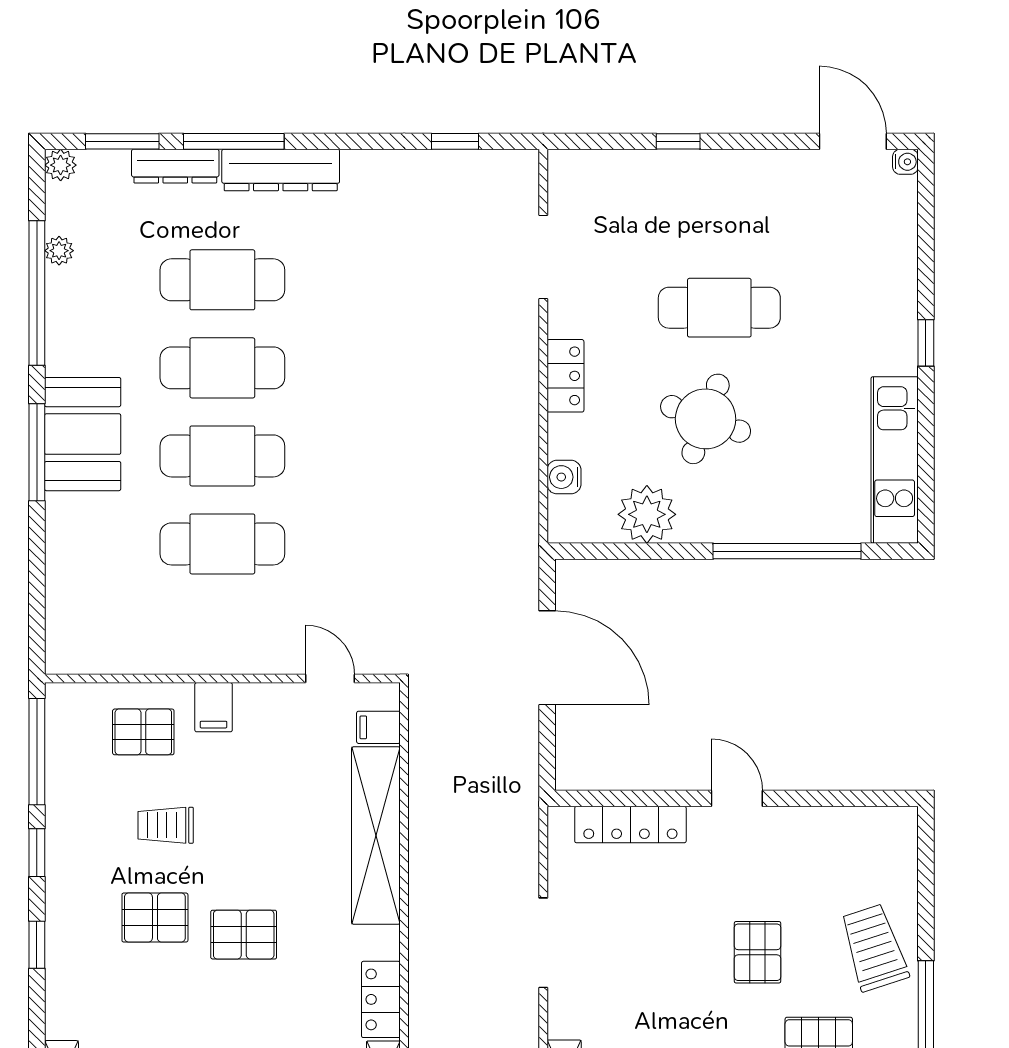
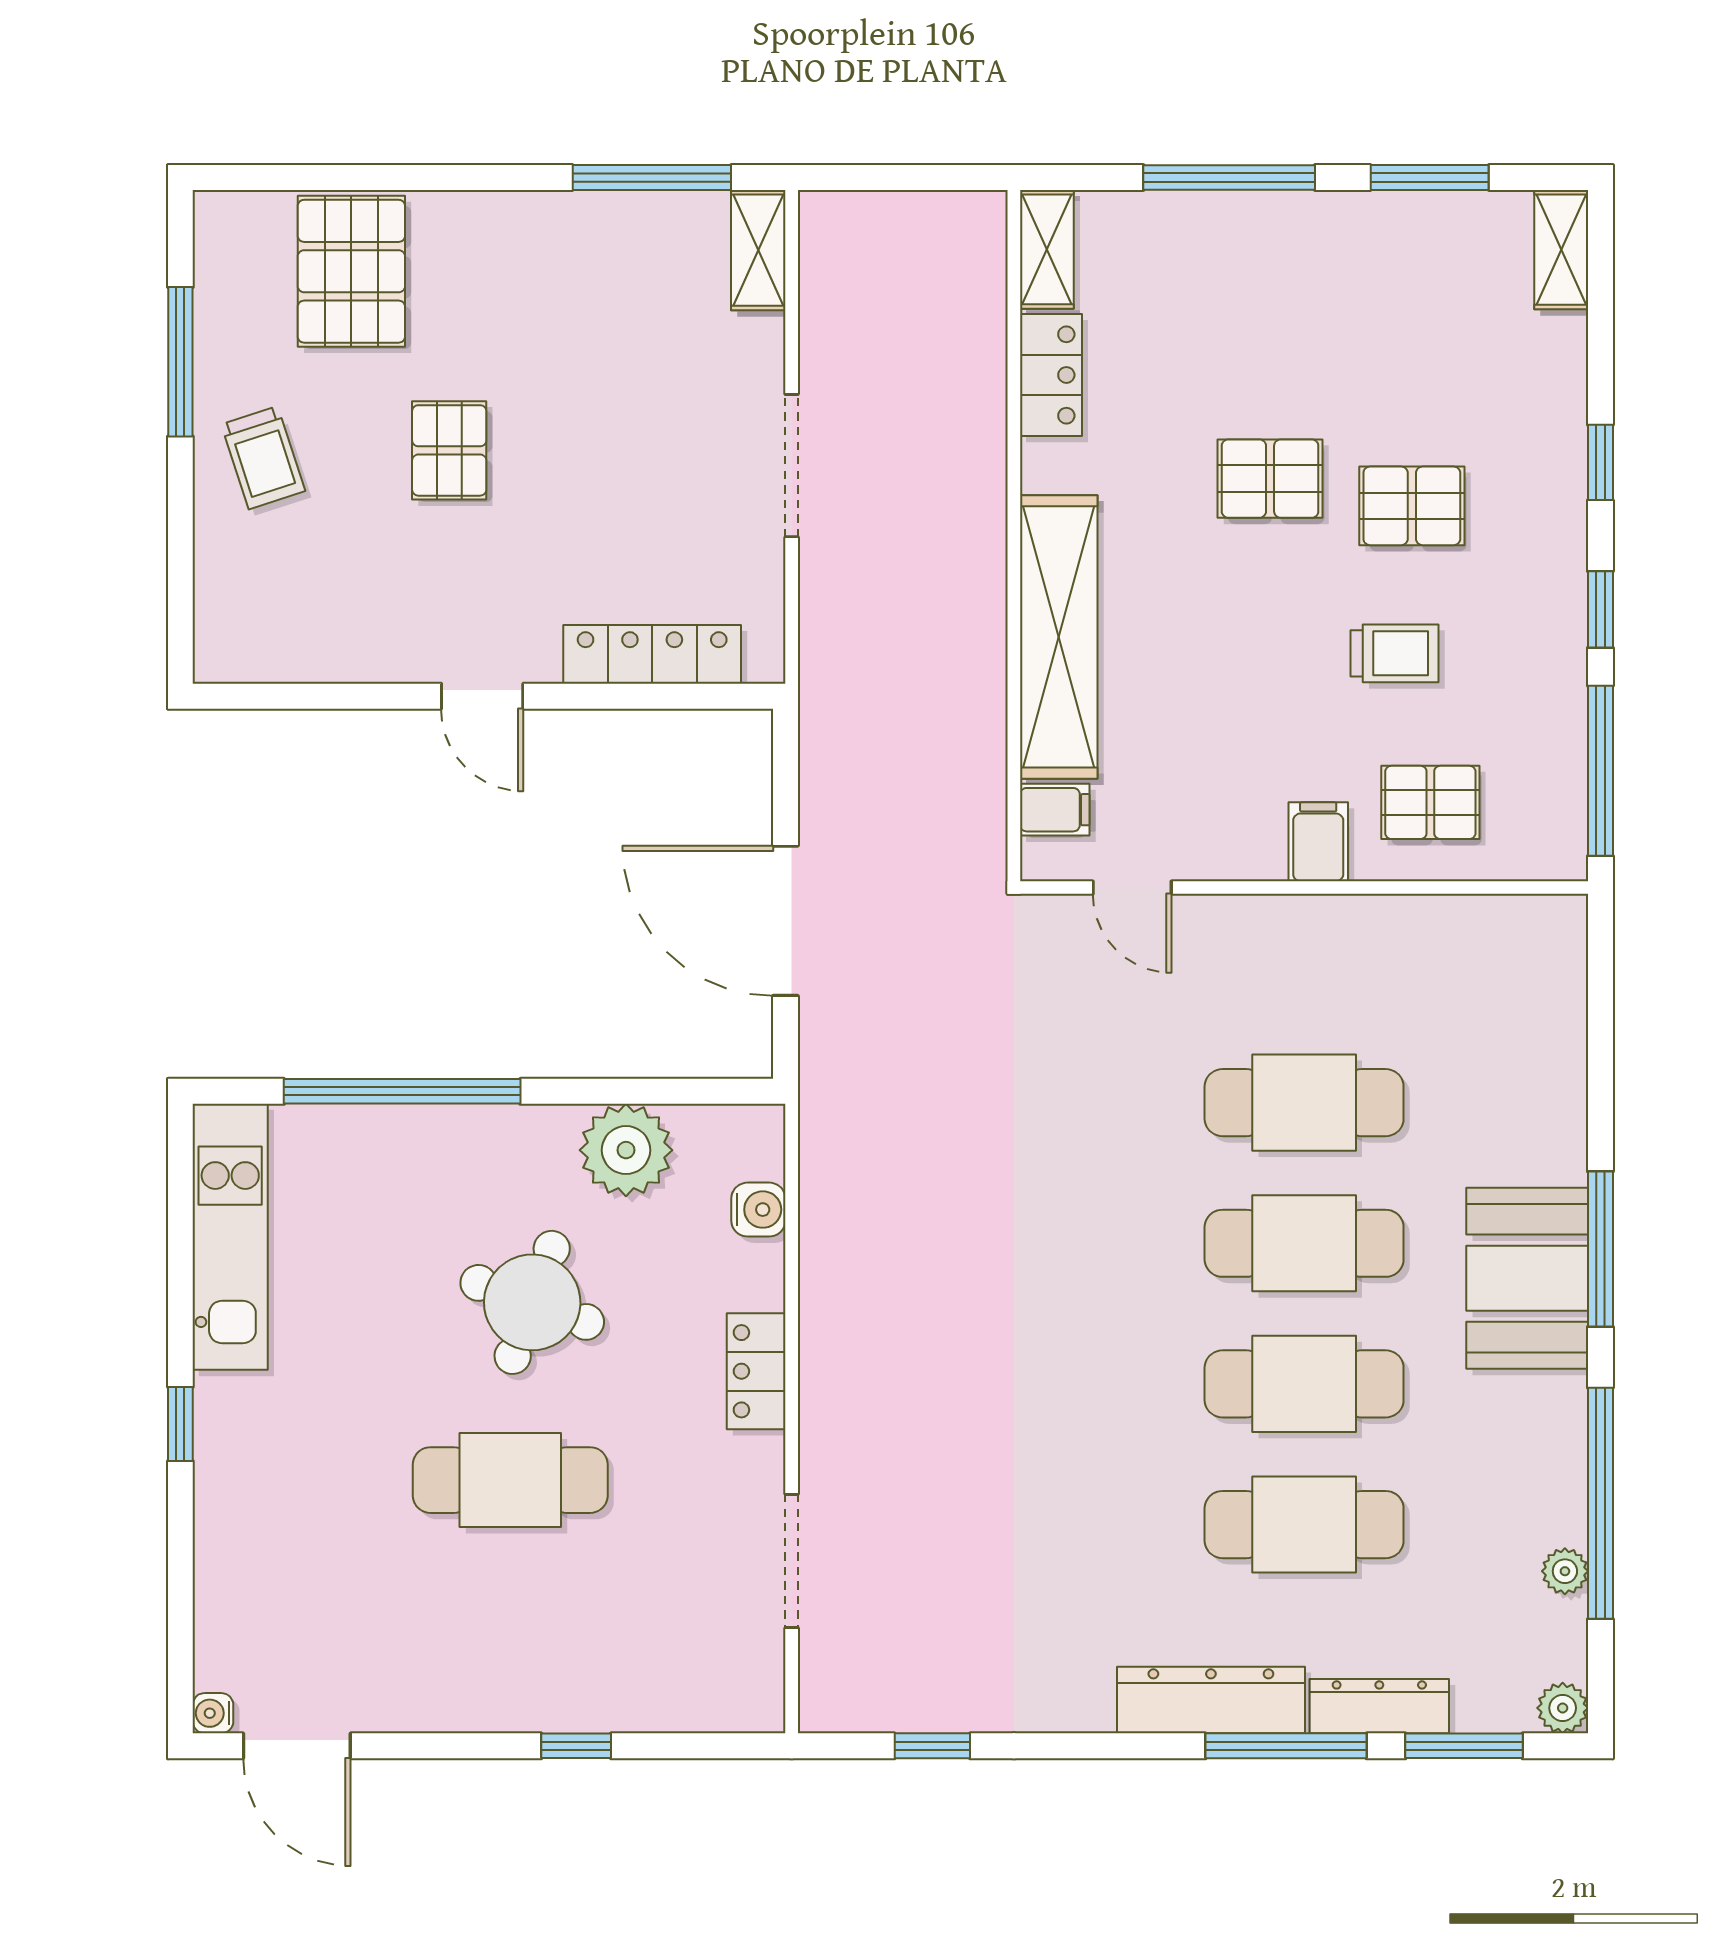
trolley: (874, 948) -> (263, 458), width x0.73, depth x0.72

